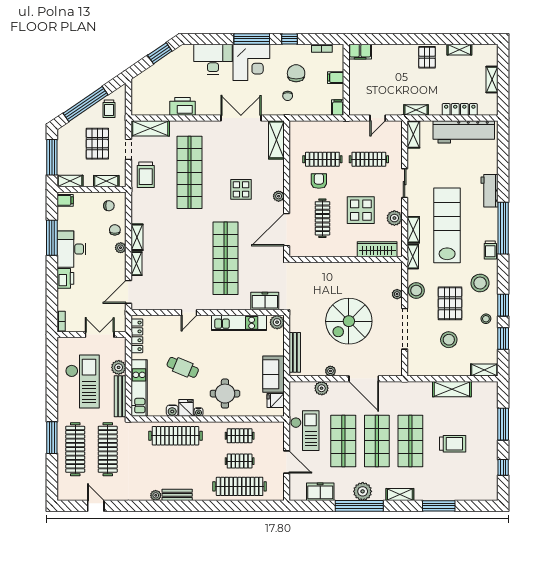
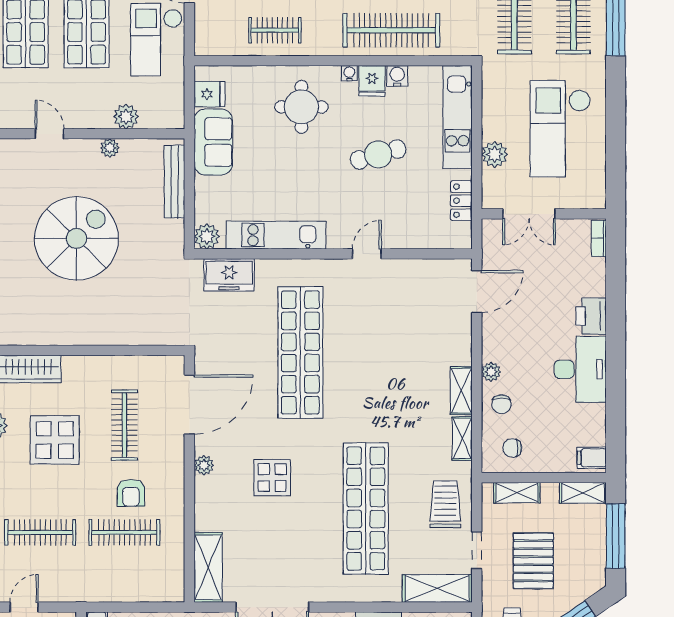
window: (52, 238) -> (616, 390), removed
shelving: (136, 264) -> (462, 439), moved
locker: (137, 336) -> (461, 201), width x0.66
cafe table: (183, 367) -> (378, 154), turned -39
door: (364, 379) -> (49, 134), width x0.53
bench: (120, 396) -> (492, 102), removed

